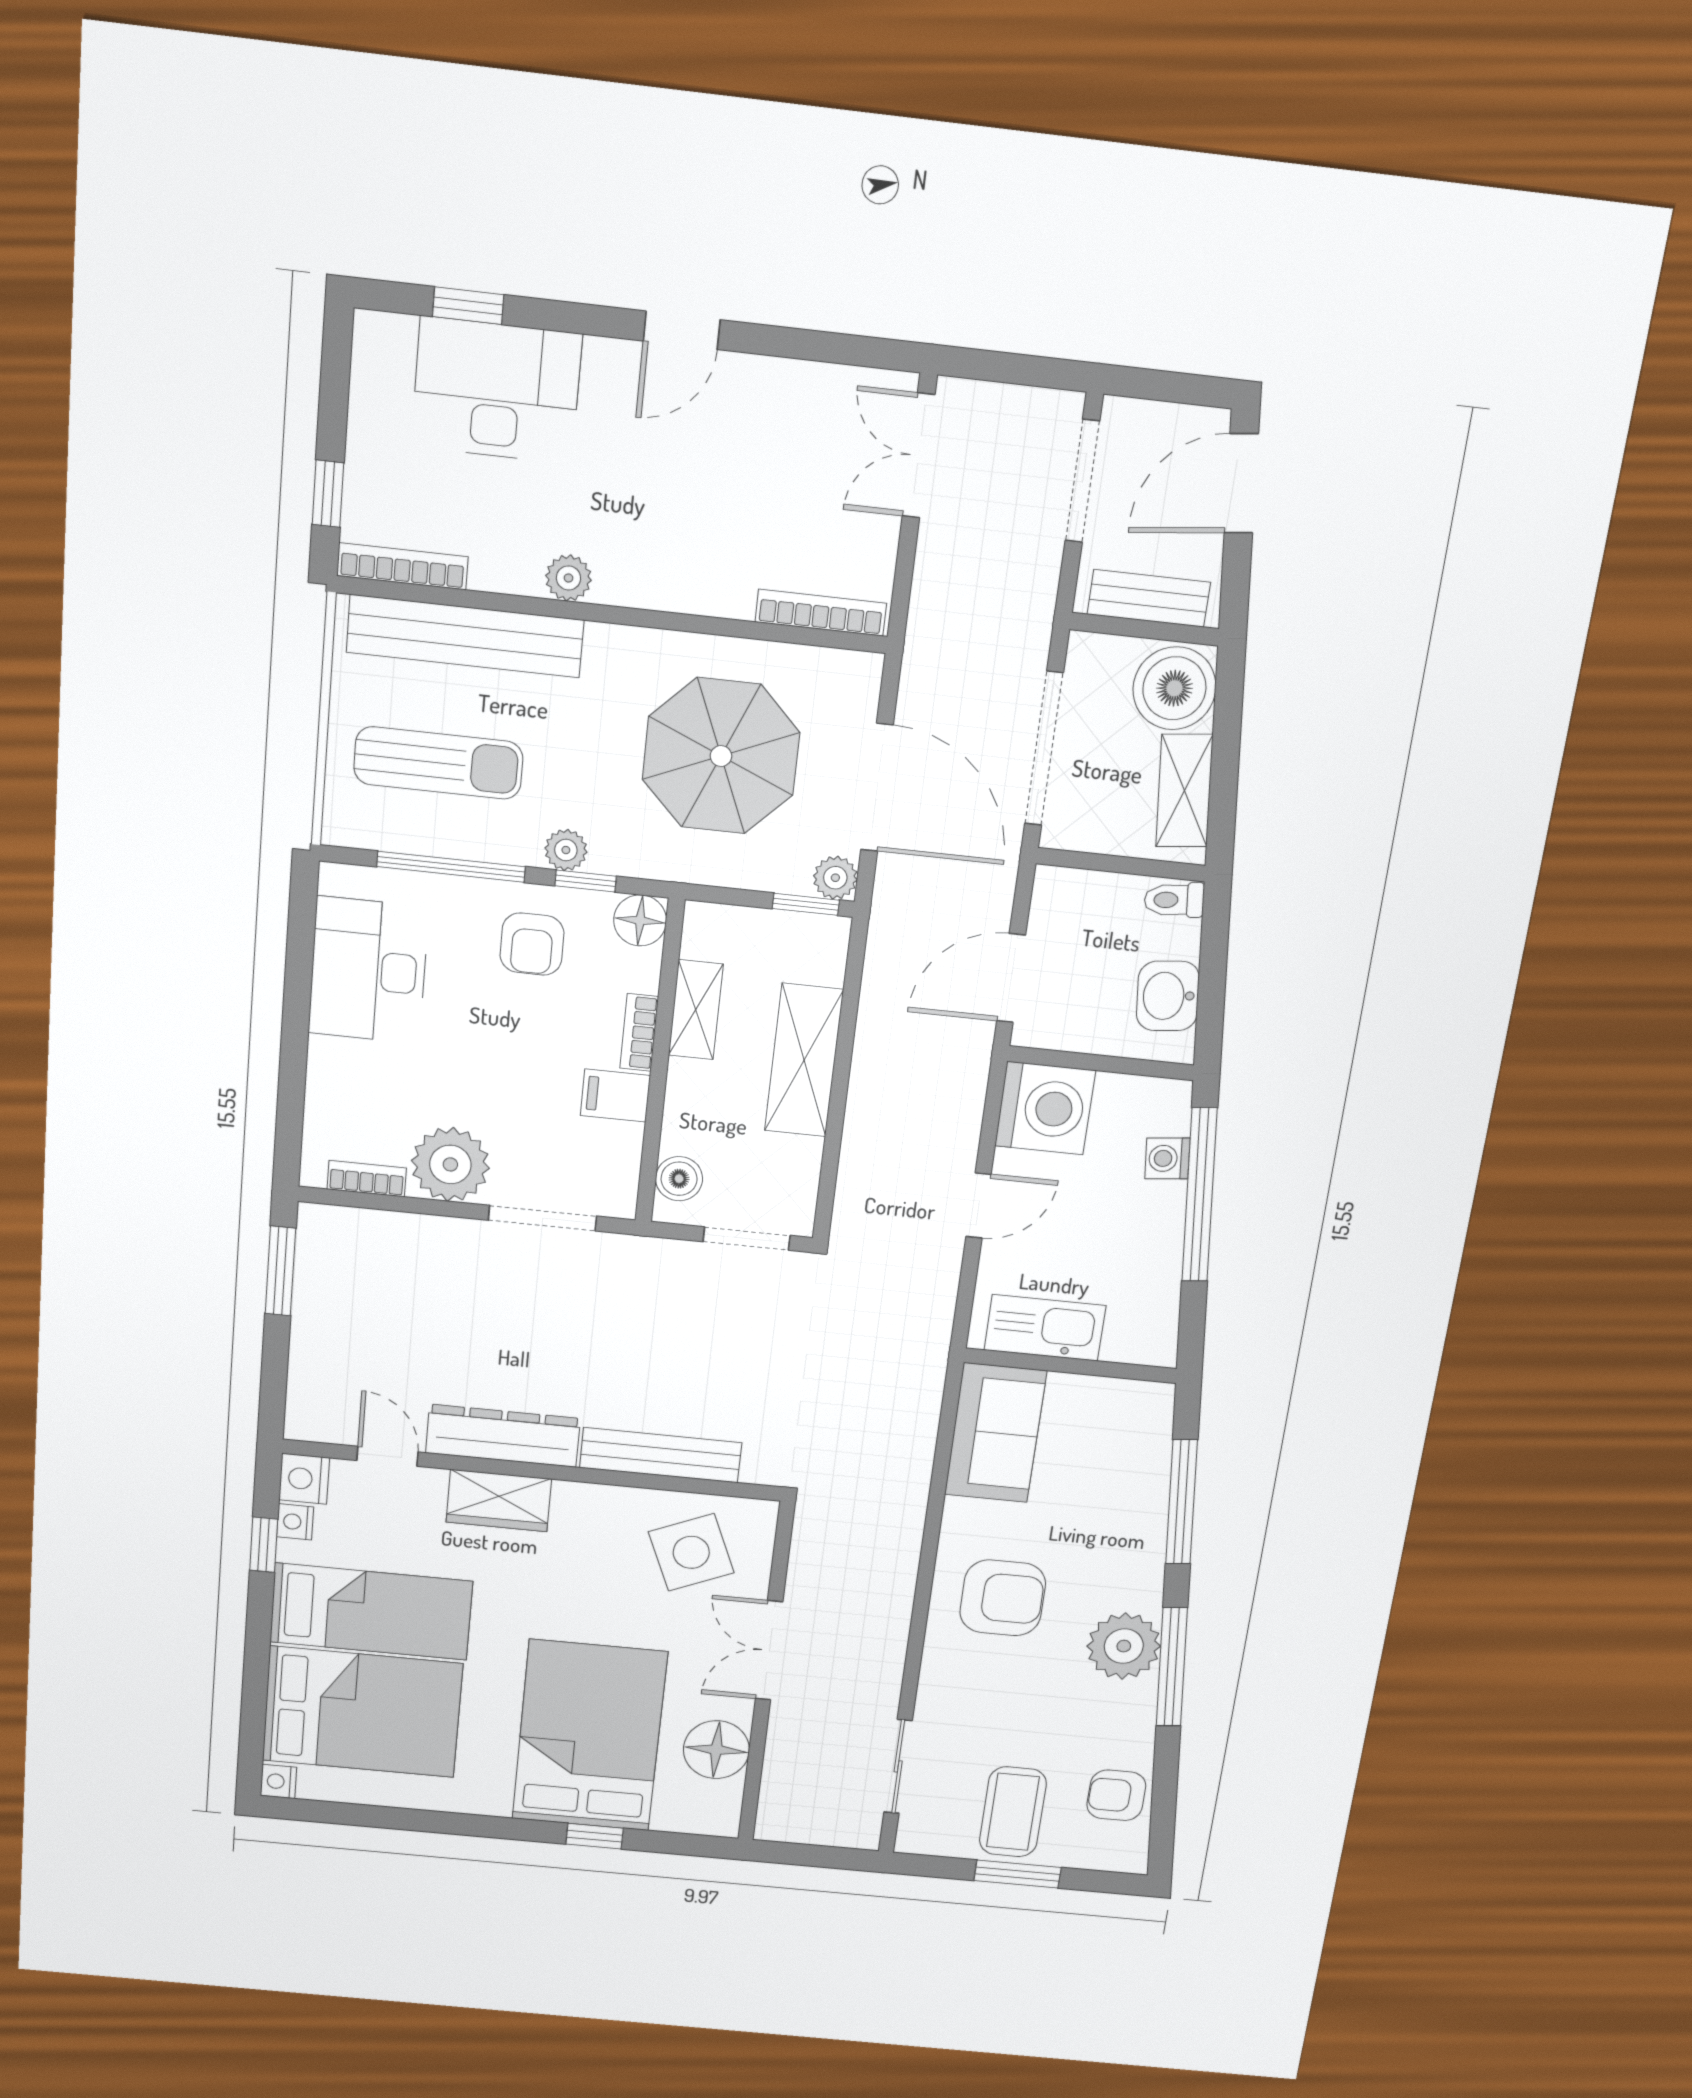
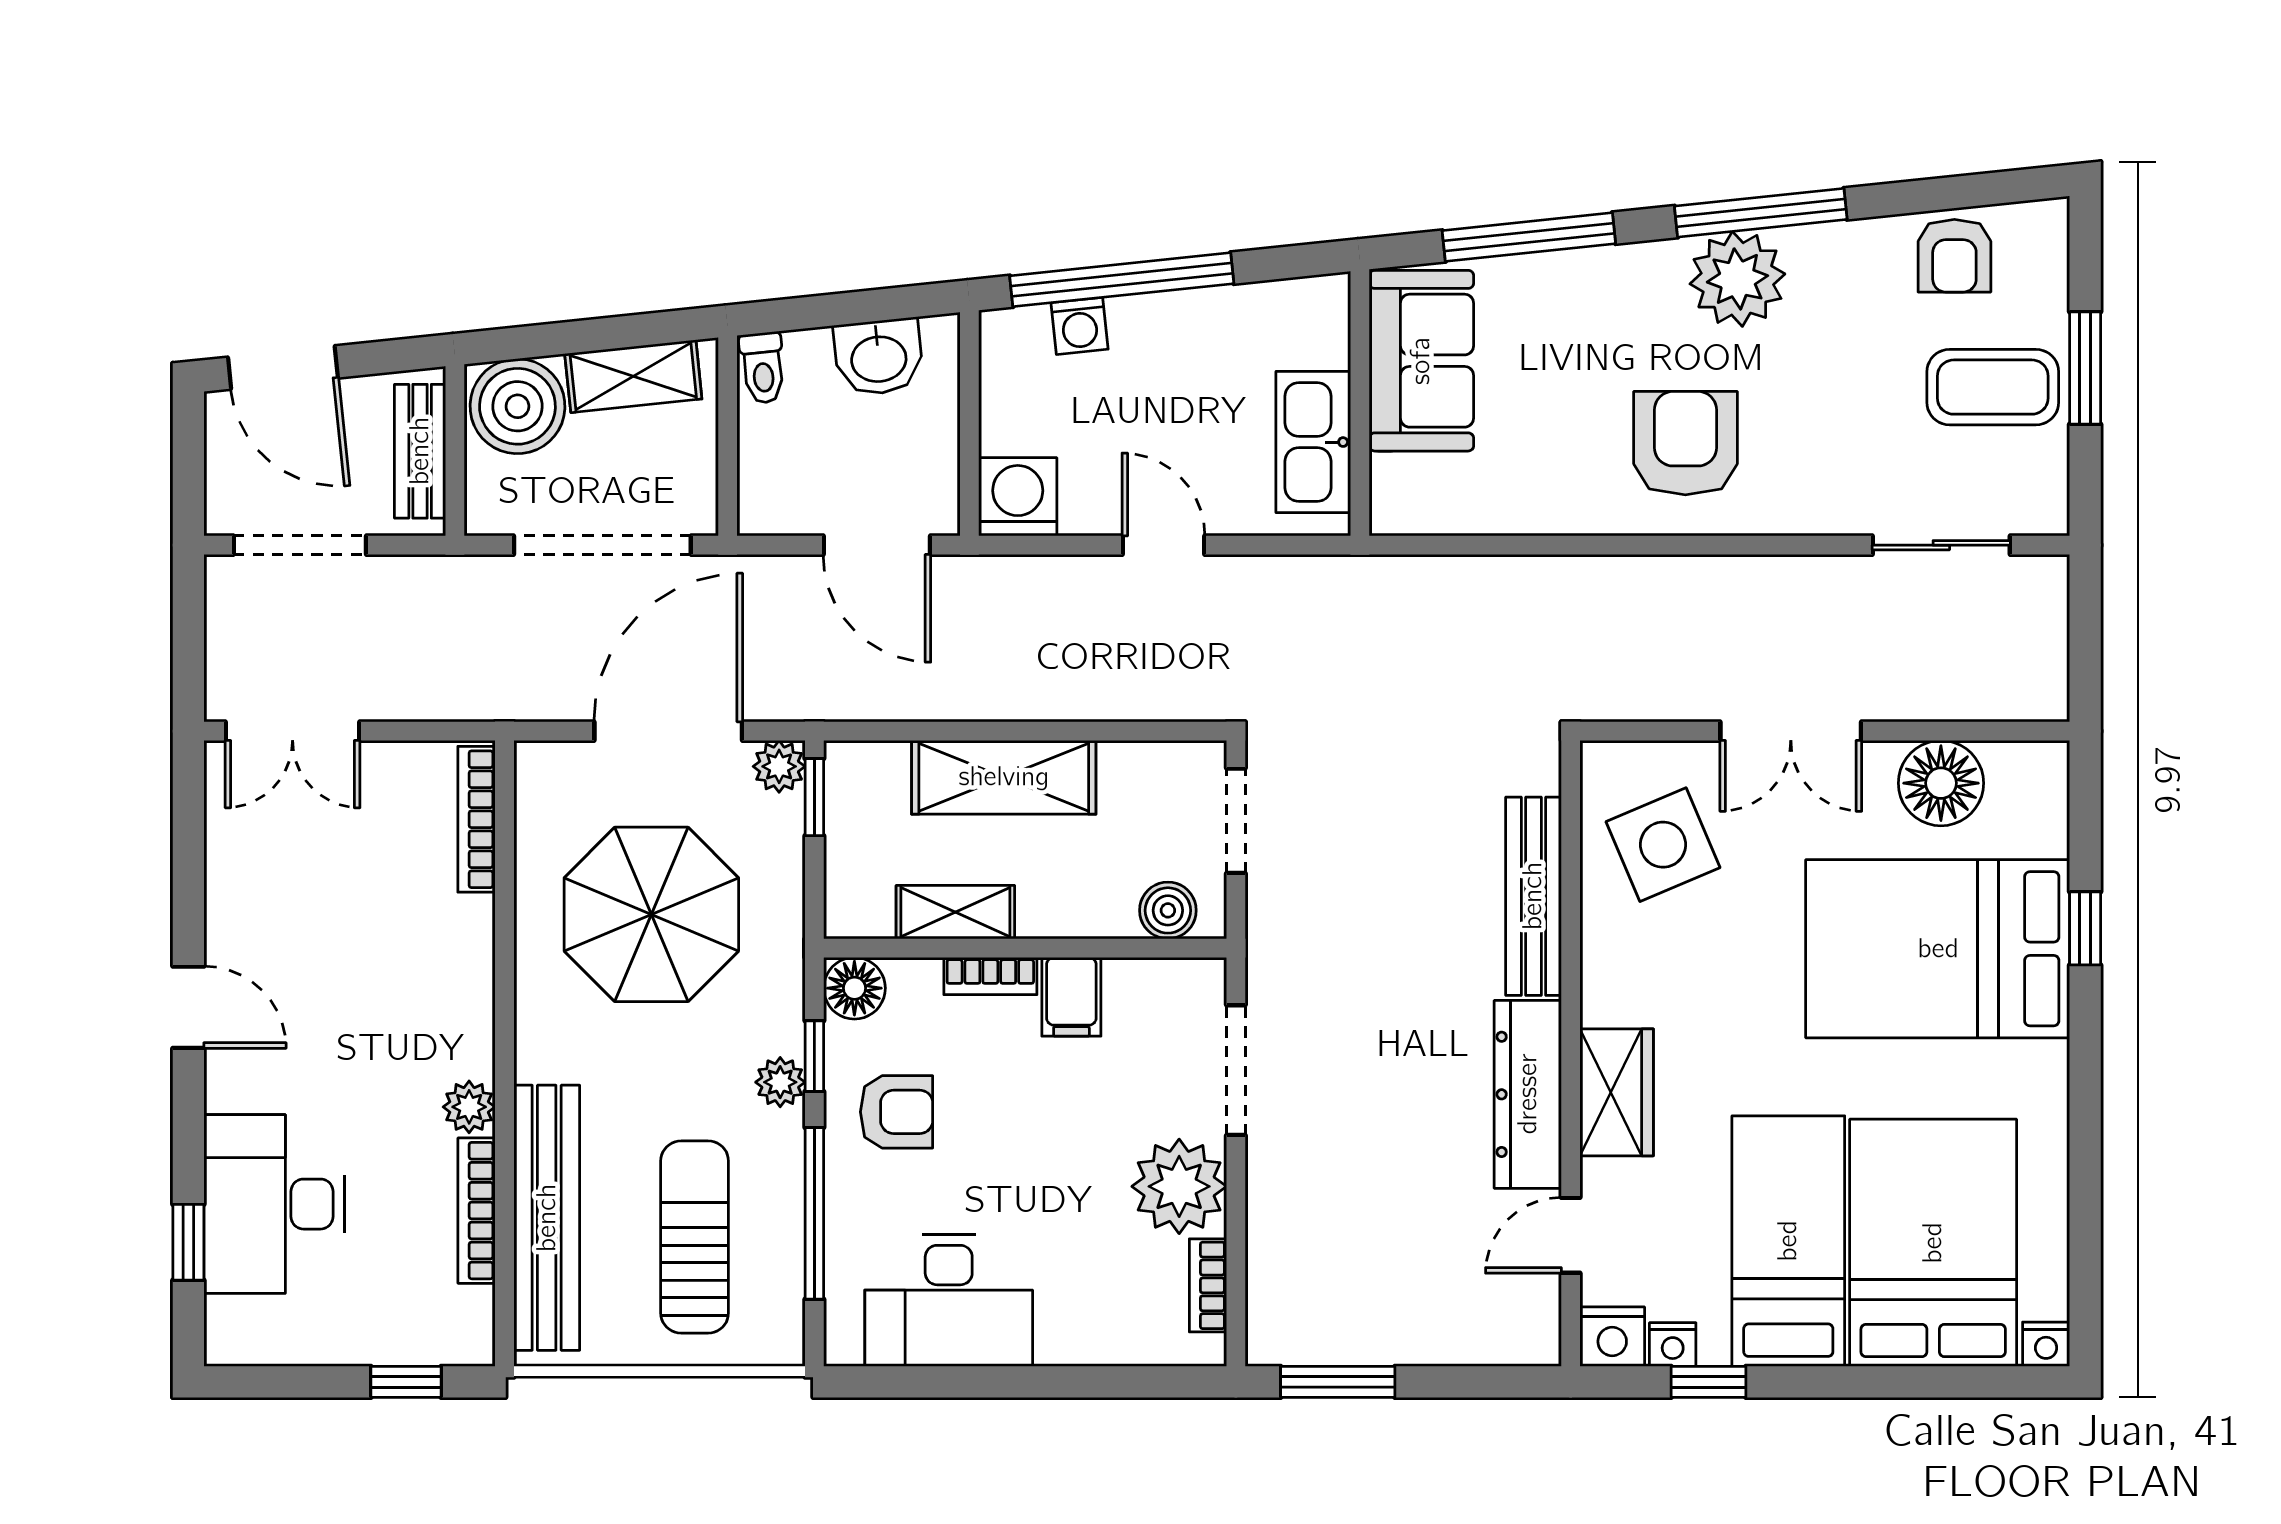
bookcase: (402, 566) -> (477, 1211), moved
washing machine: (1045, 1108) -> (1018, 497), width x0.73, depth x0.73
sofa: (995, 1433) -> (1421, 361), moved, turned 90

